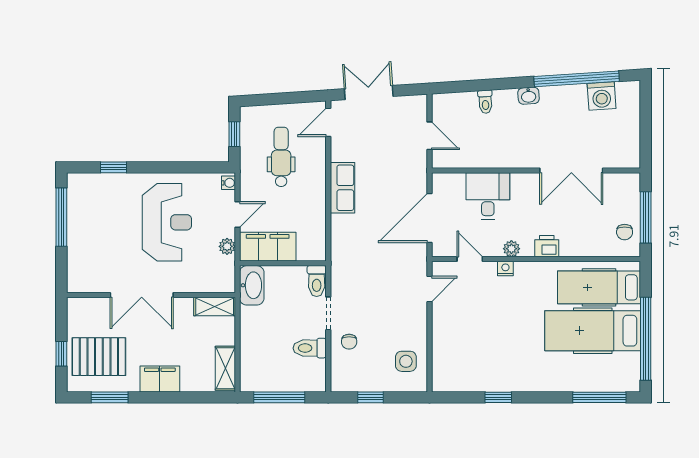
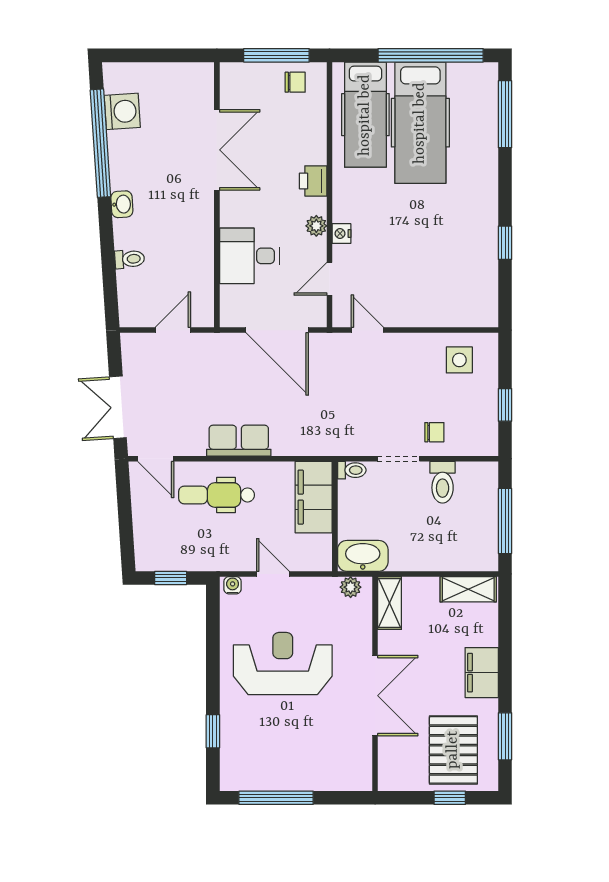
dental chair: (281, 157) -> (217, 495), moved
plant: (227, 246) -> (351, 587), moved
filing cabinet: (268, 247) -> (314, 497), moved
toilet: (317, 281) -> (352, 470), width x0.73, depth x0.72

